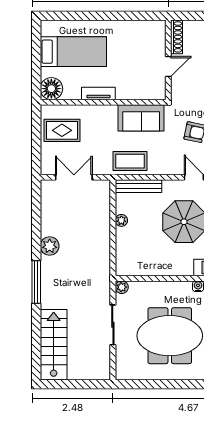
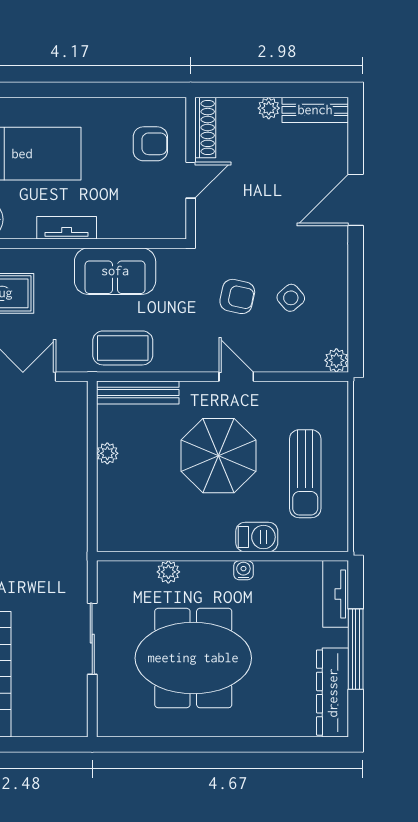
armchair: (146, 46) -> (150, 144), added
sofa: (141, 118) -> (115, 271), moved
plant: (122, 287) -> (168, 572), moved

